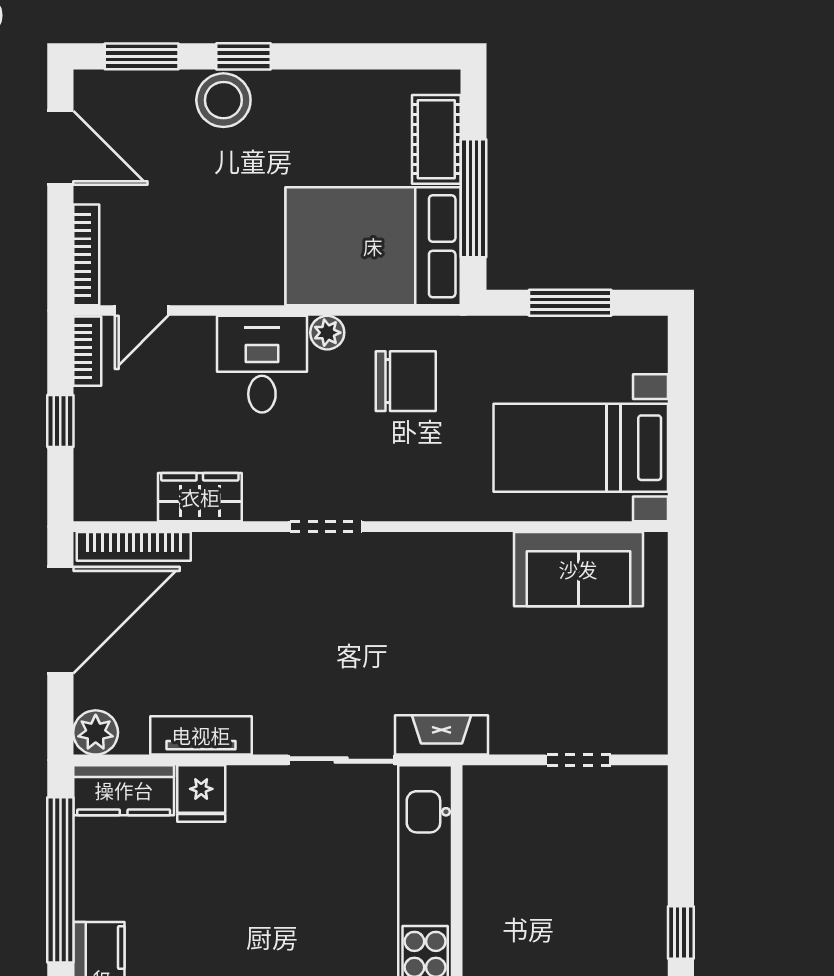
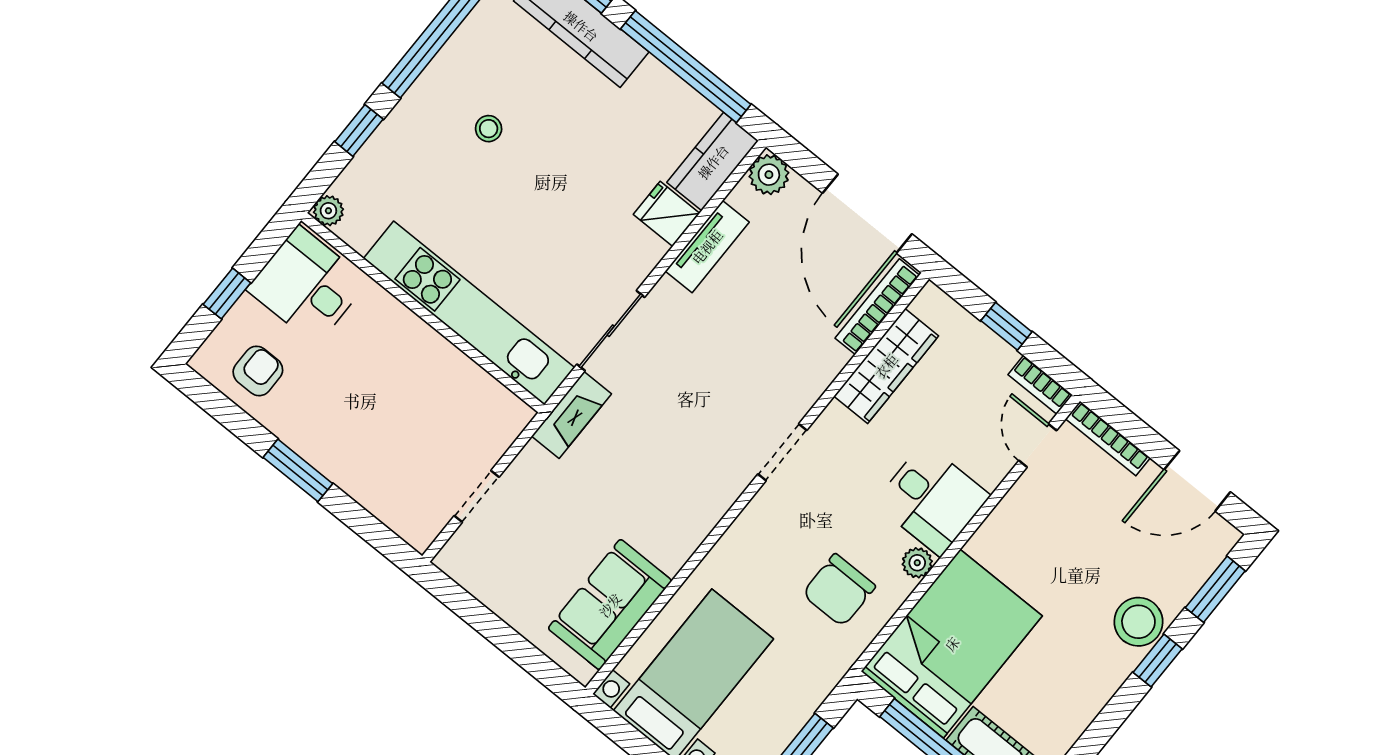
wardrobe: (200, 497) -> (886, 366), width x1.50
window: (681, 933) -> (298, 470), width x1.50

